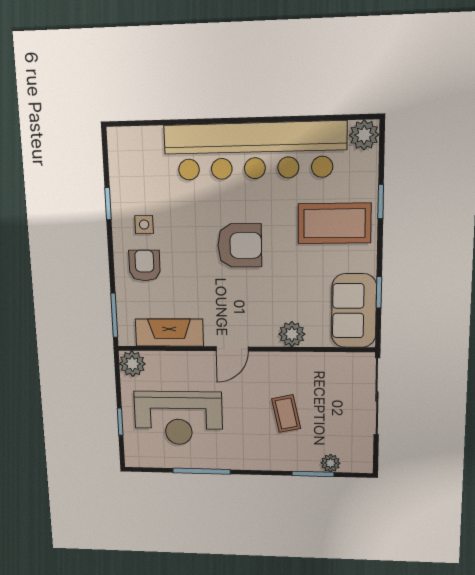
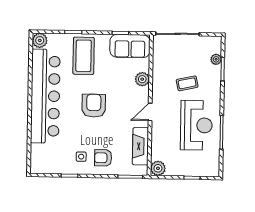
door: (232, 349) -> (150, 112), swing flipped
reception desk: (178, 418) -> (196, 125), moved

